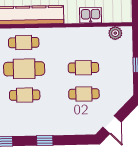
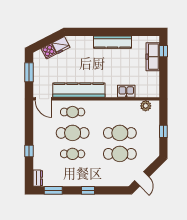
cafe table: (83, 68) -> (120, 133), width x1.37, depth x1.35
cafe table: (84, 94) -> (120, 154), width x1.37, depth x1.35

